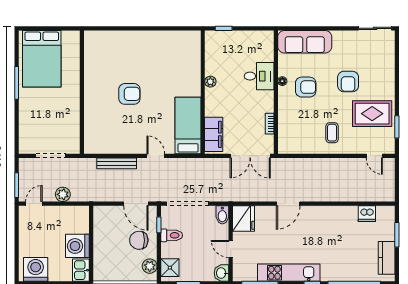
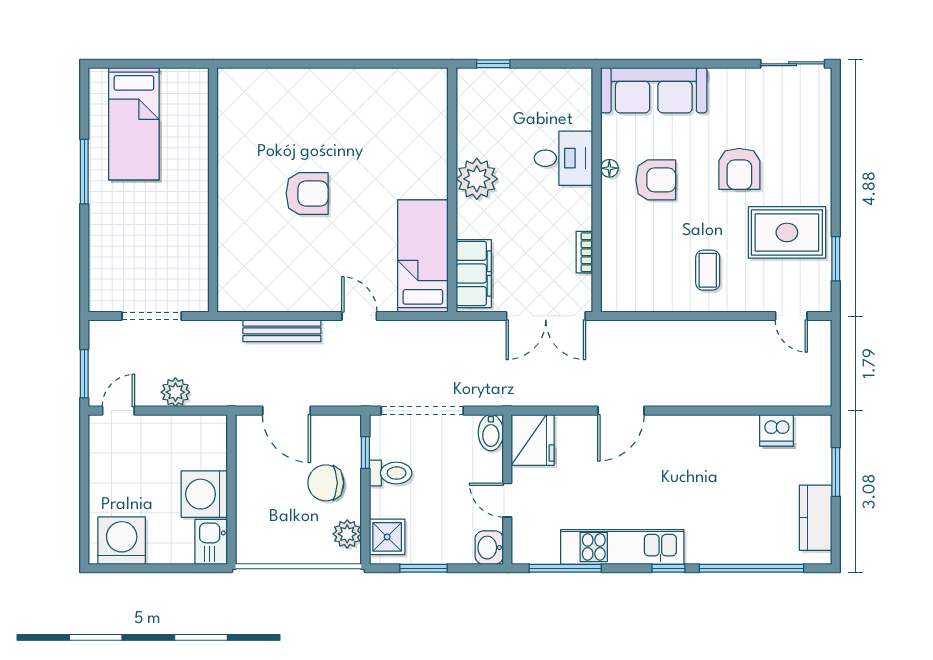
bed: (42, 59) -> (134, 124), width x0.67
plant: (210, 82) -> (477, 179), width x1.87, depth x1.87
door: (136, 204) -> (286, 411), moved

